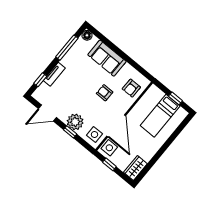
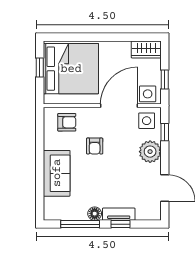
floor lamp: (87, 35) -> (95, 214), moved
window: (40, 80) -> (120, 224), moved
bed: (160, 116) -> (71, 69), width x2.04
window: (70, 132) -> (165, 132), moved

